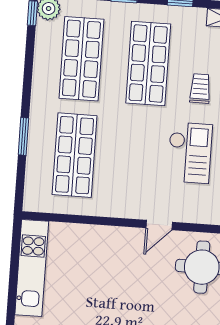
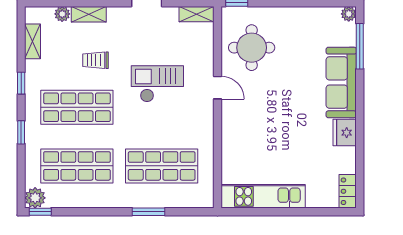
checkout: (190, 153) -> (157, 84), moved

